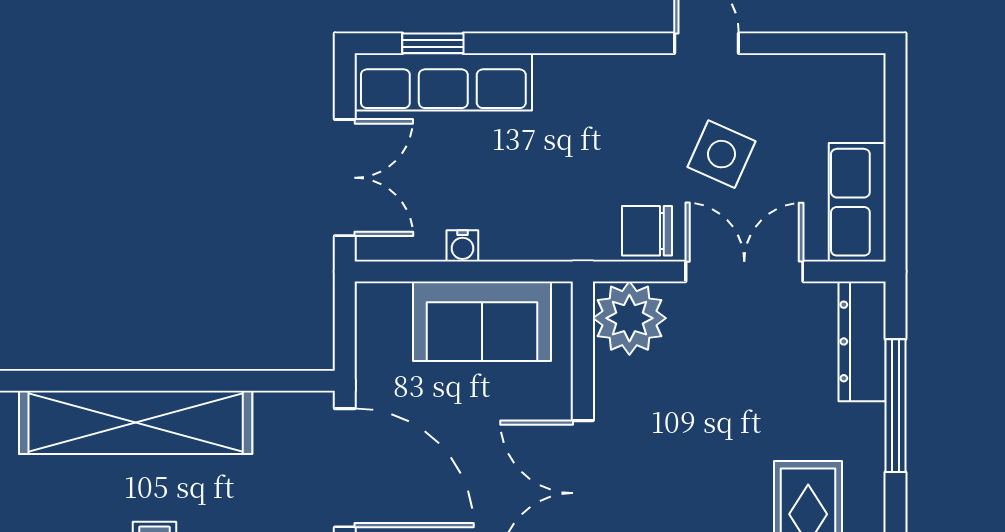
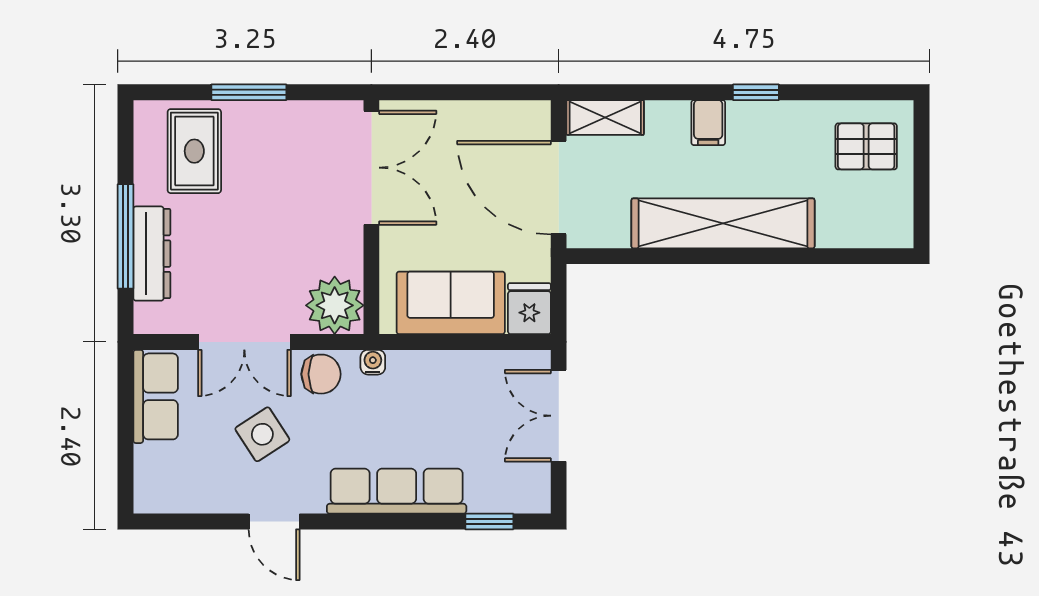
row of seats: (443, 82) -> (397, 491), moved
side table: (722, 154) -> (262, 434), turned 33
water cooler: (462, 246) -> (373, 362), moved
fridge: (382, 314) -> (529, 309), added
dresser: (862, 341) -> (152, 254), moved

